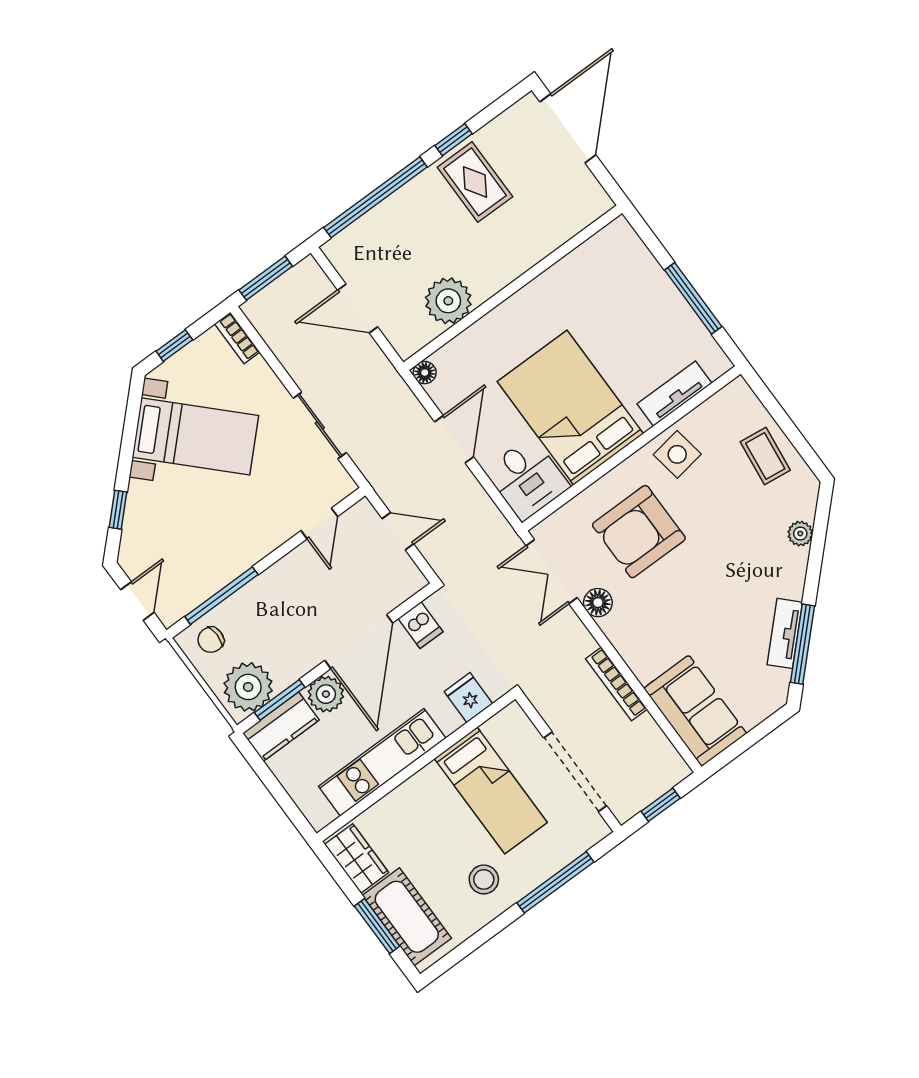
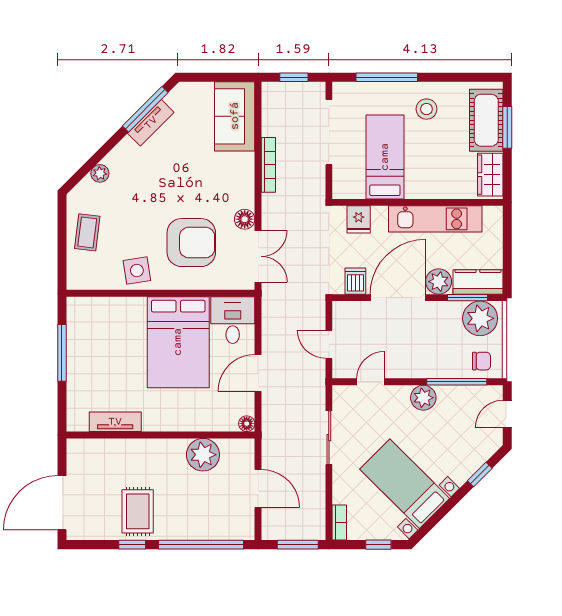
tv unit: (674, 394) -> (115, 422), moved, turned 180
plant: (246, 550) -> (423, 398), added

